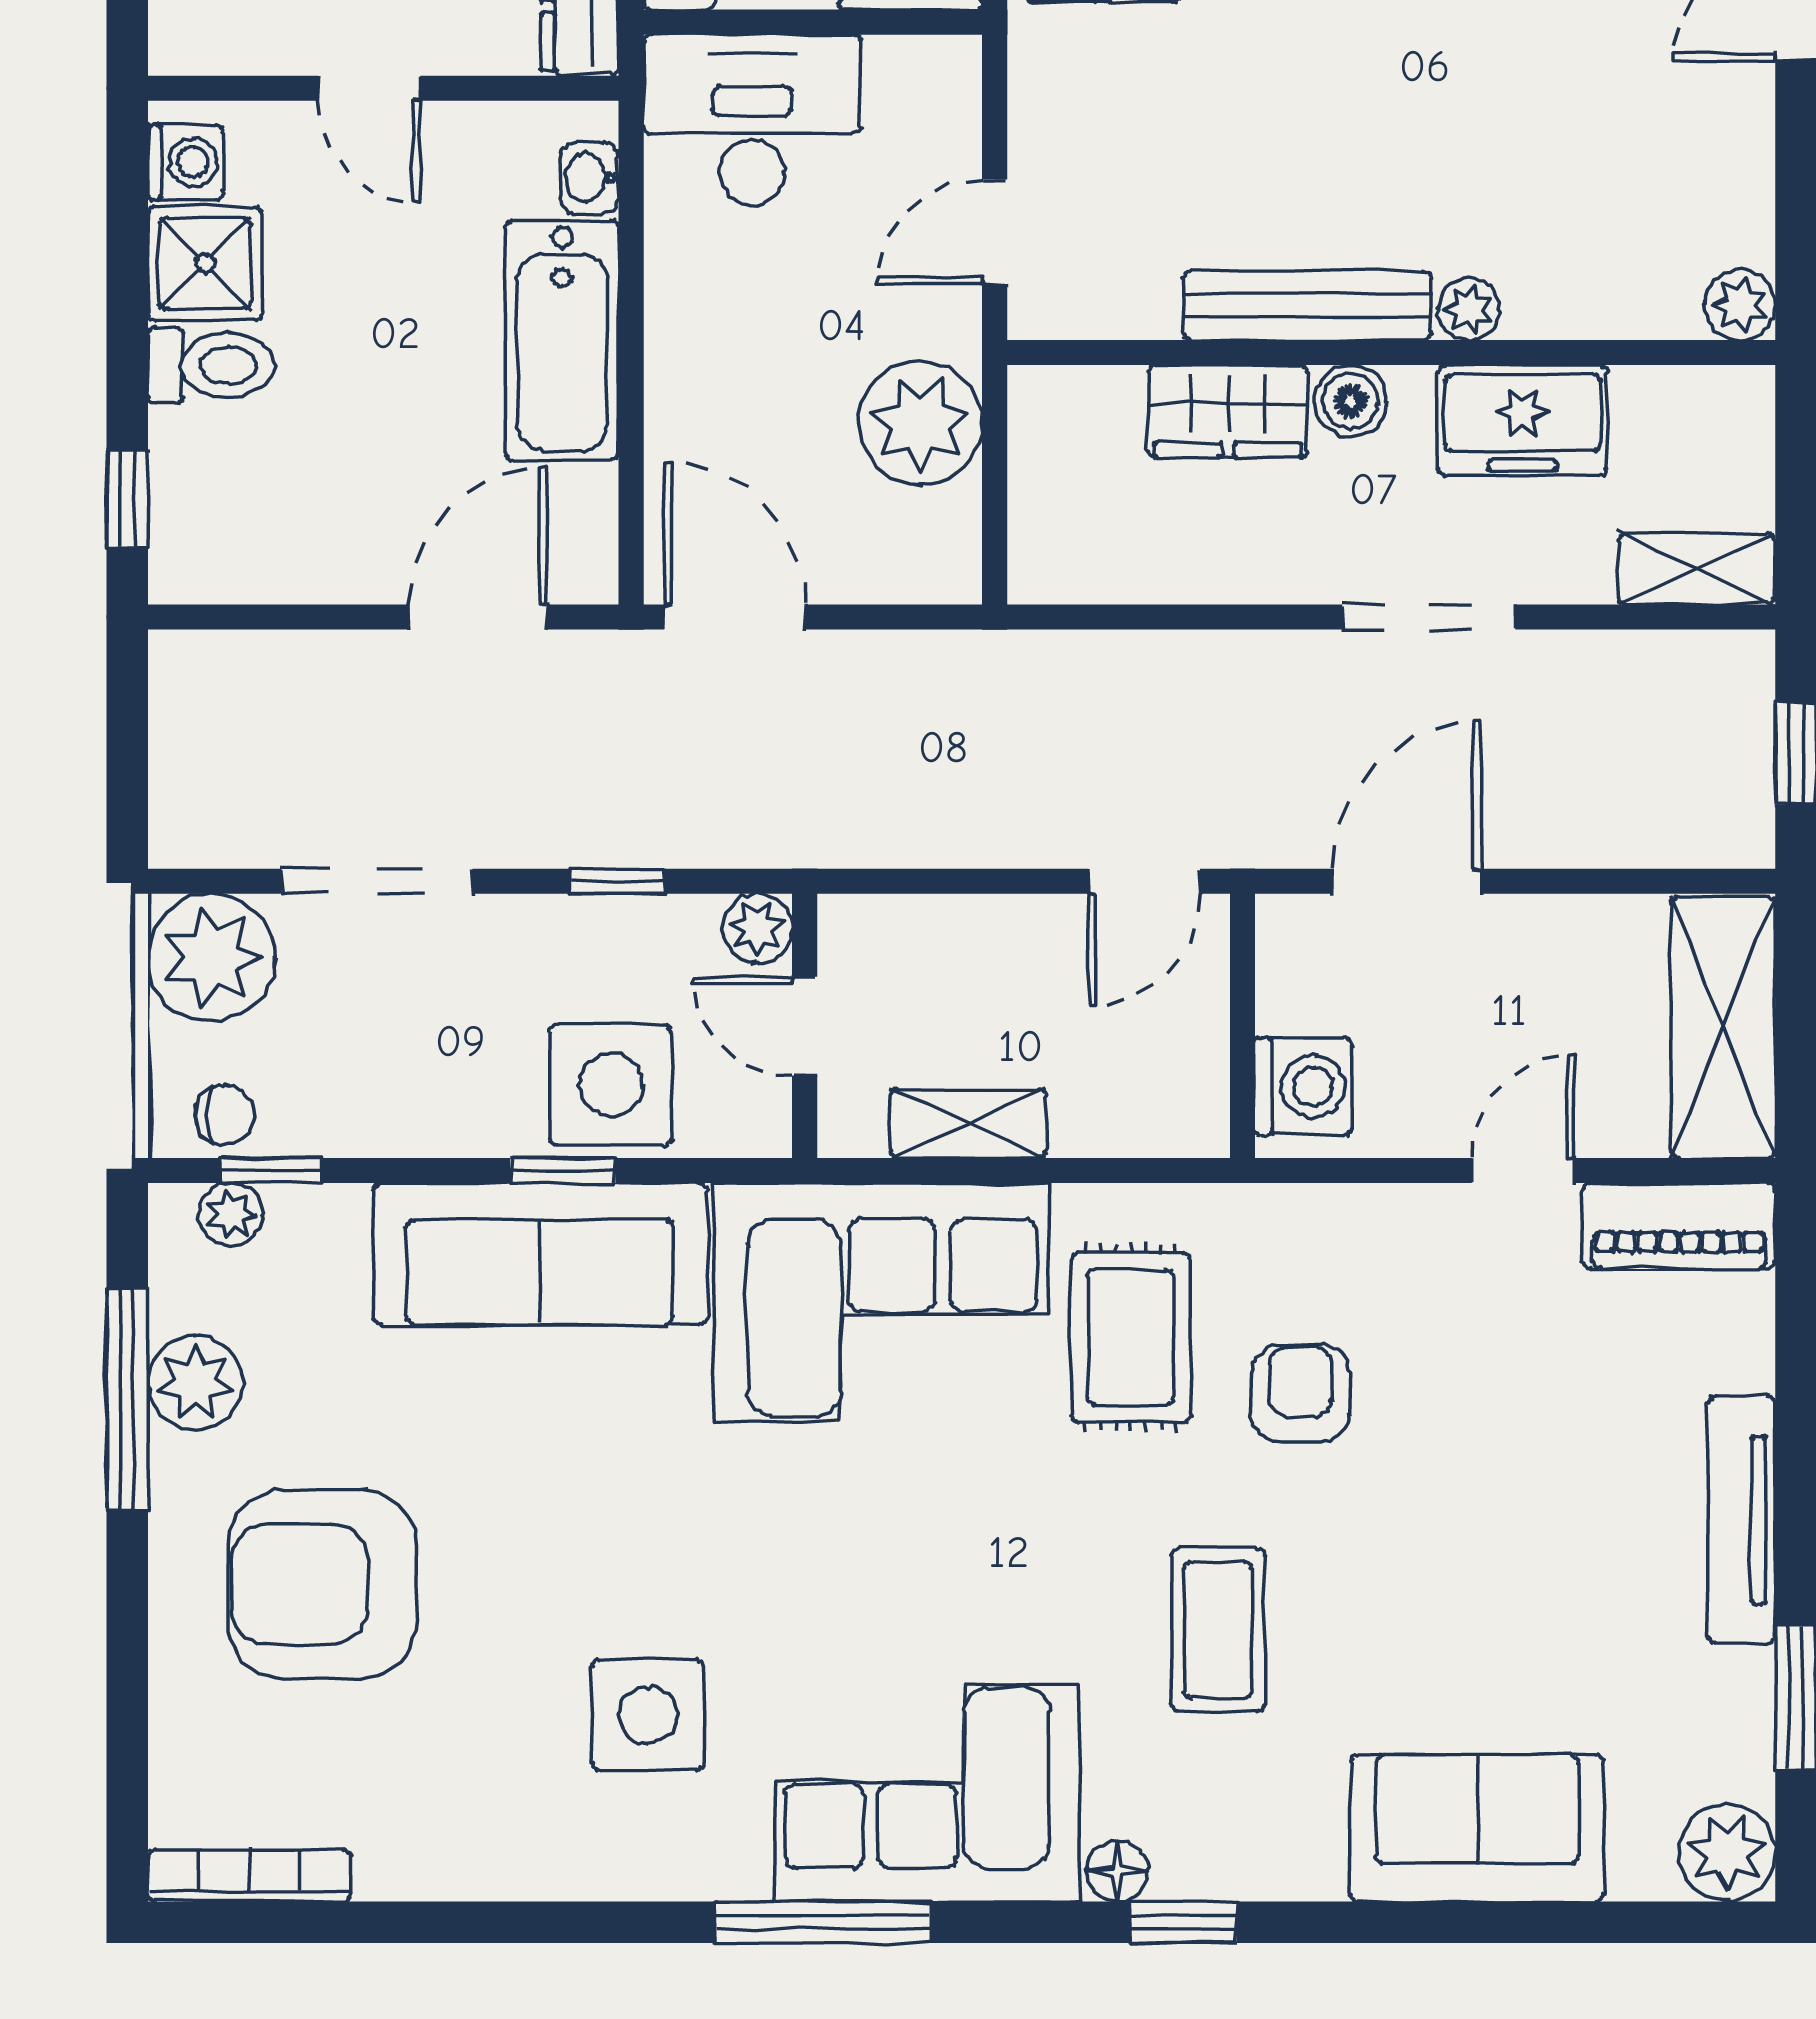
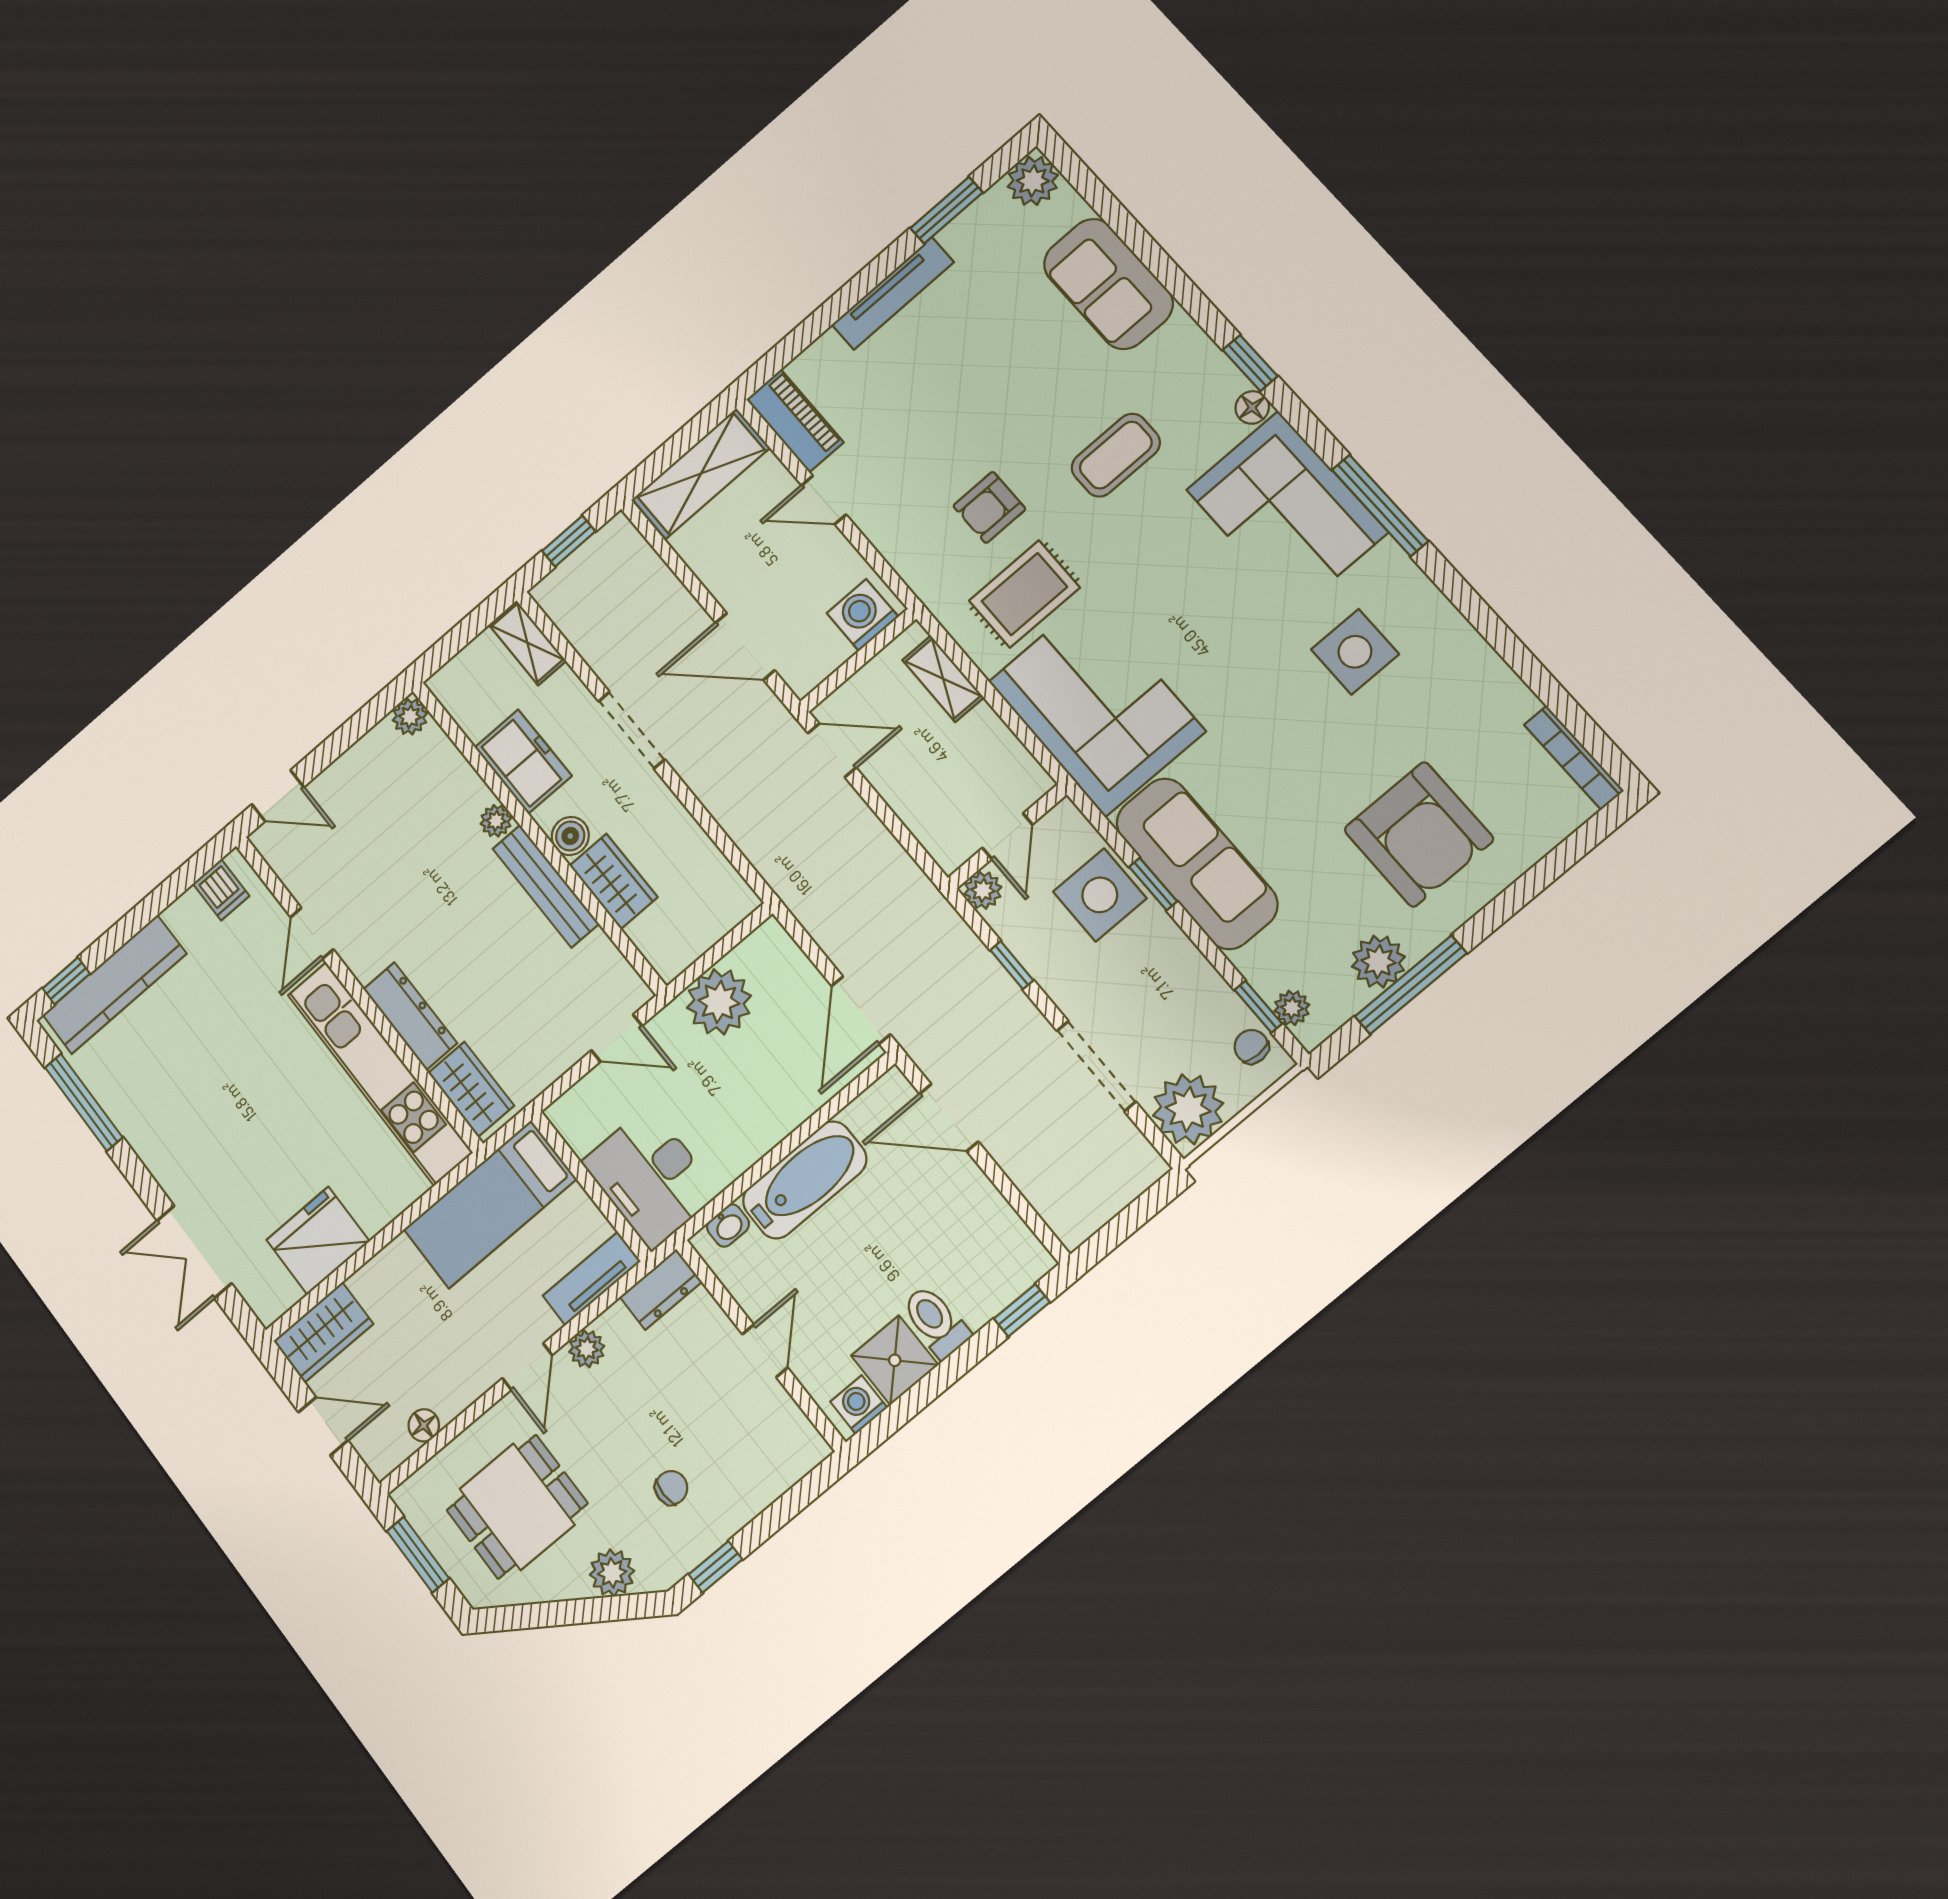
shelving: (968, 1123) -> (943, 679), moved

